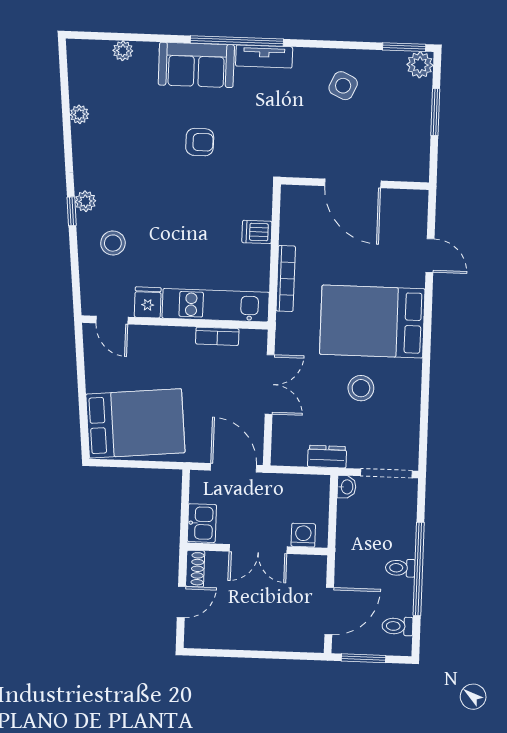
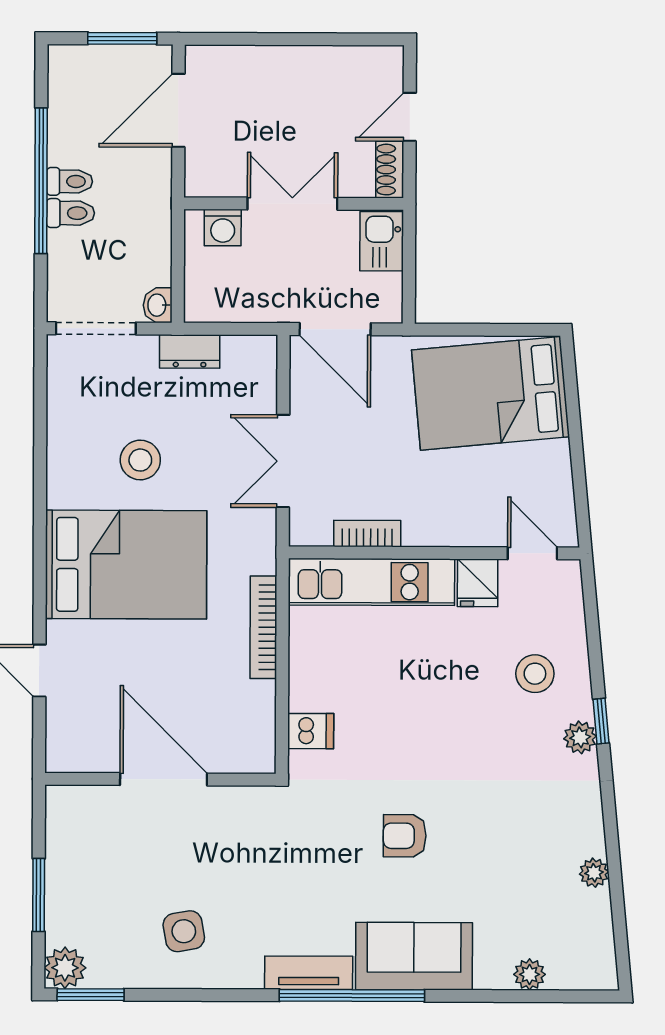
side table: (343, 86) -> (184, 931), turned -35
dishwasher: (257, 232) -> (311, 731), moved
toilet: (397, 626) -> (71, 213), moved

